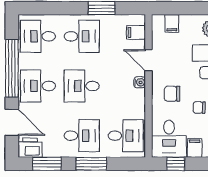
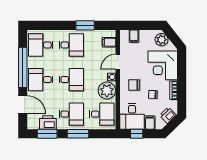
door: (148, 60) -> (118, 62), hinge flipped
desk: (82, 86) -> (71, 80), turned 180
plant: (133, 102) -> (107, 90), added
printer: (30, 148) -> (48, 122), moved

